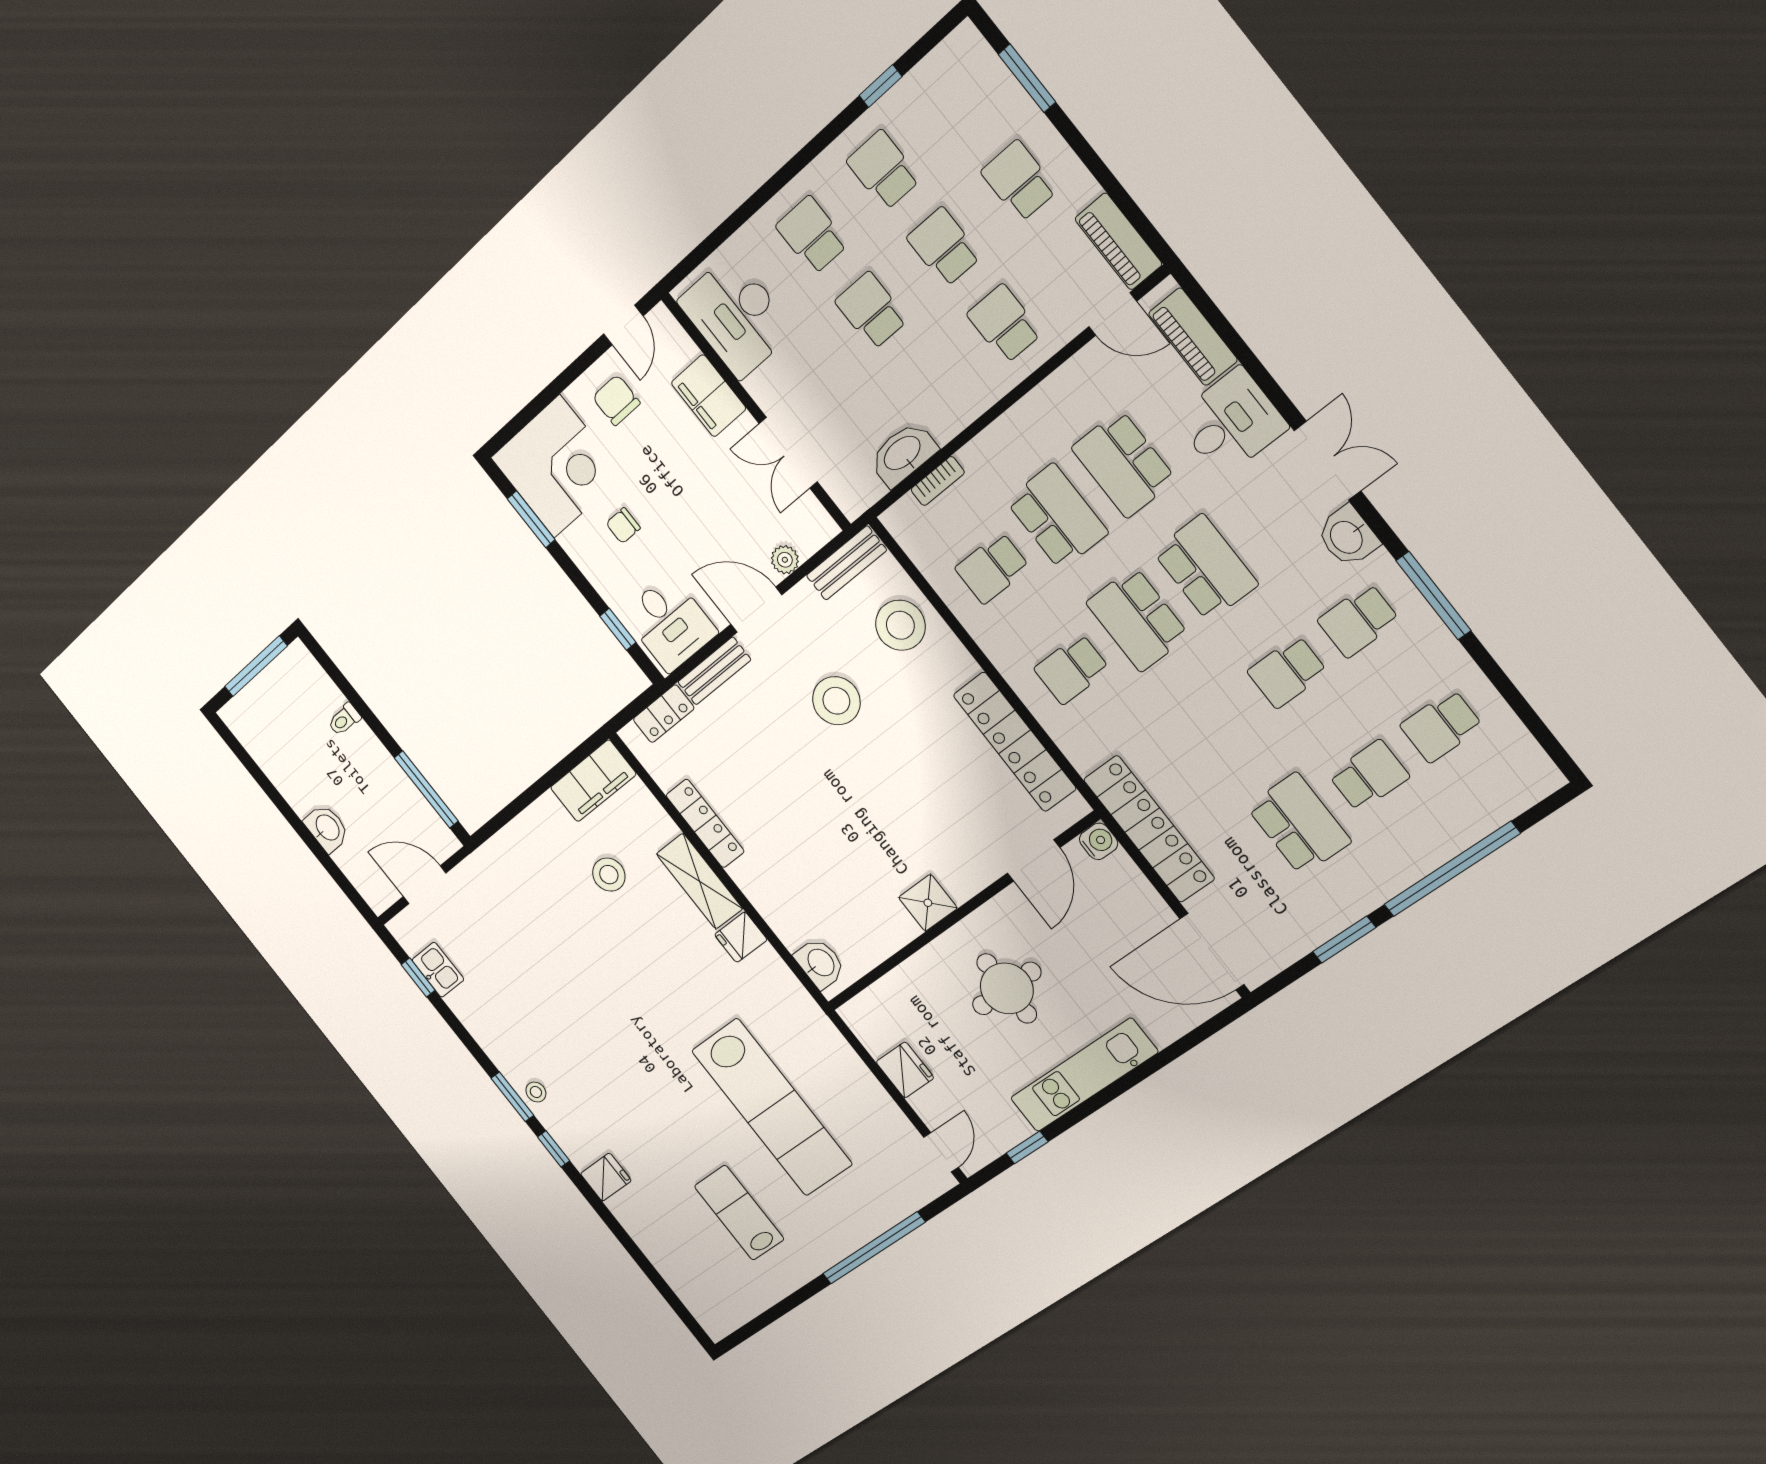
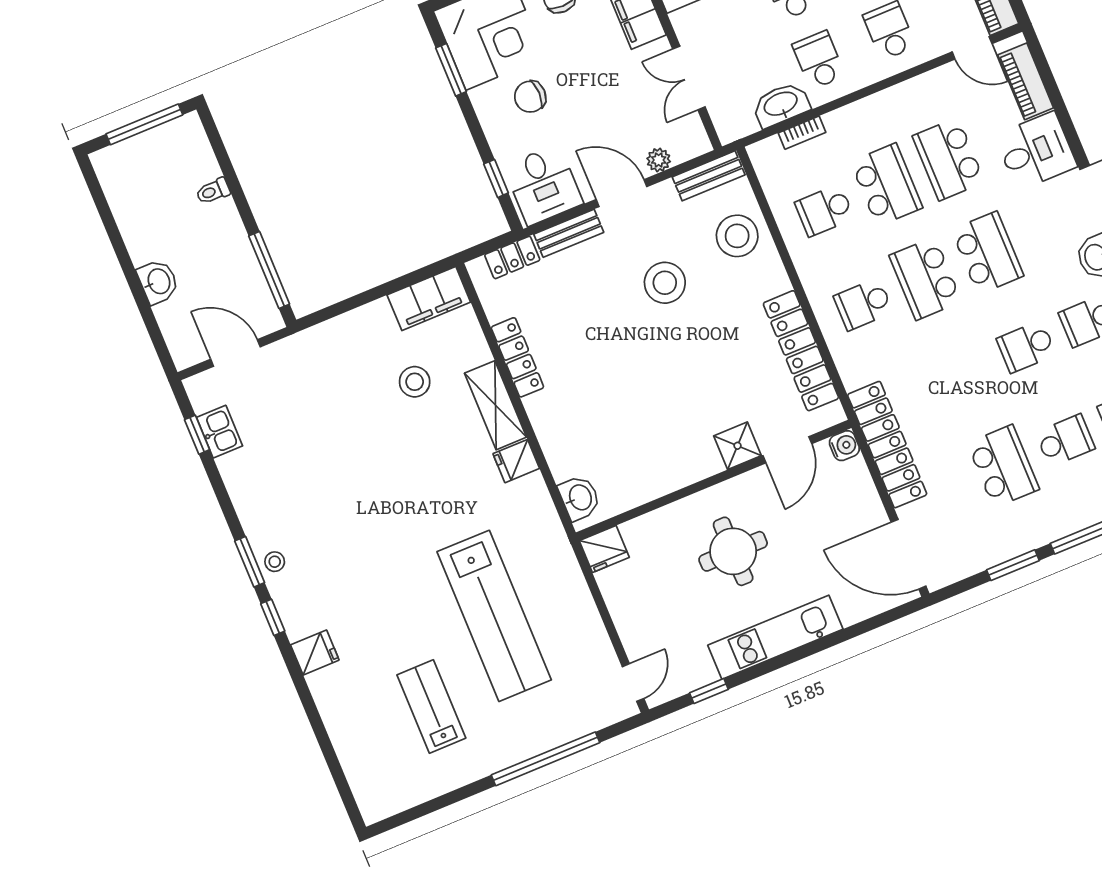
school desk: (931, 386) -> (819, 60), added
chair: (623, 526) -> (530, 97), width x1.37, depth x1.37
shower: (928, 903) -> (737, 446), moved
fridge: (905, 1070) -> (604, 549), moved, turned 90

